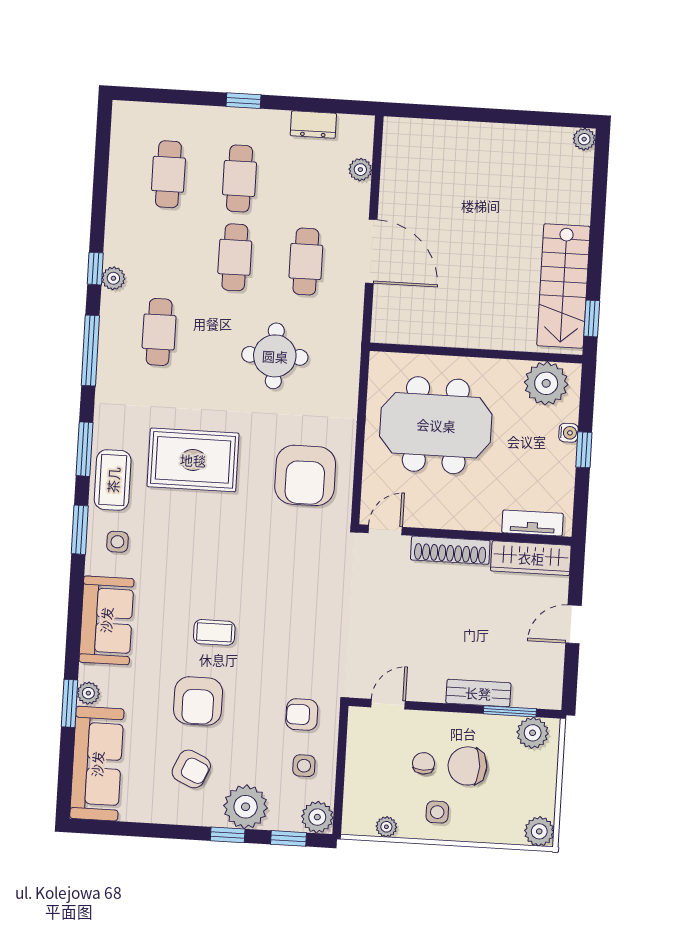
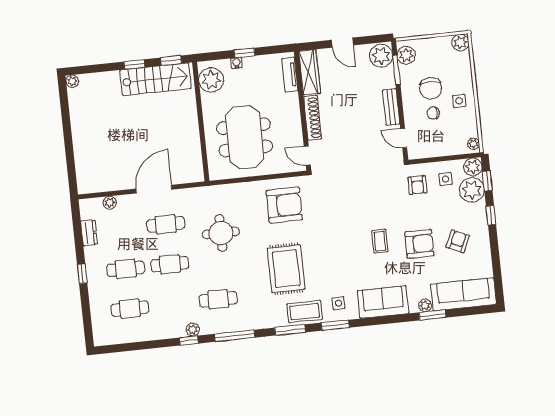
window: (596, 253) -> (134, 64), added
plant: (539, 688) -> (381, 56), added
bench: (478, 693) -> (391, 107), moved
plant: (246, 807) -> (472, 190), moved
plant: (386, 827) -> (474, 144), moved

